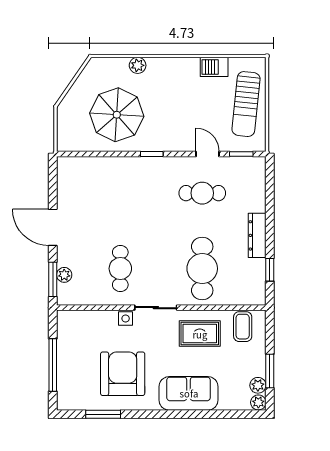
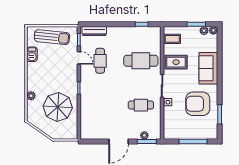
door: (208, 154) -> (79, 58), swing flipped
dresser: (257, 235) -> (94, 31), moved
rug: (200, 334) -> (176, 62), turned 90

